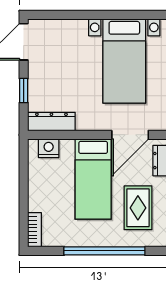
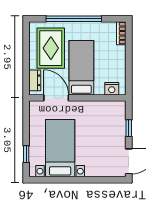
dresser: (51, 122) -> (110, 107), removed
door: (130, 135) -> (56, 98), hinge flipped
rug: (138, 208) -> (51, 48), width x1.36, depth x1.43

